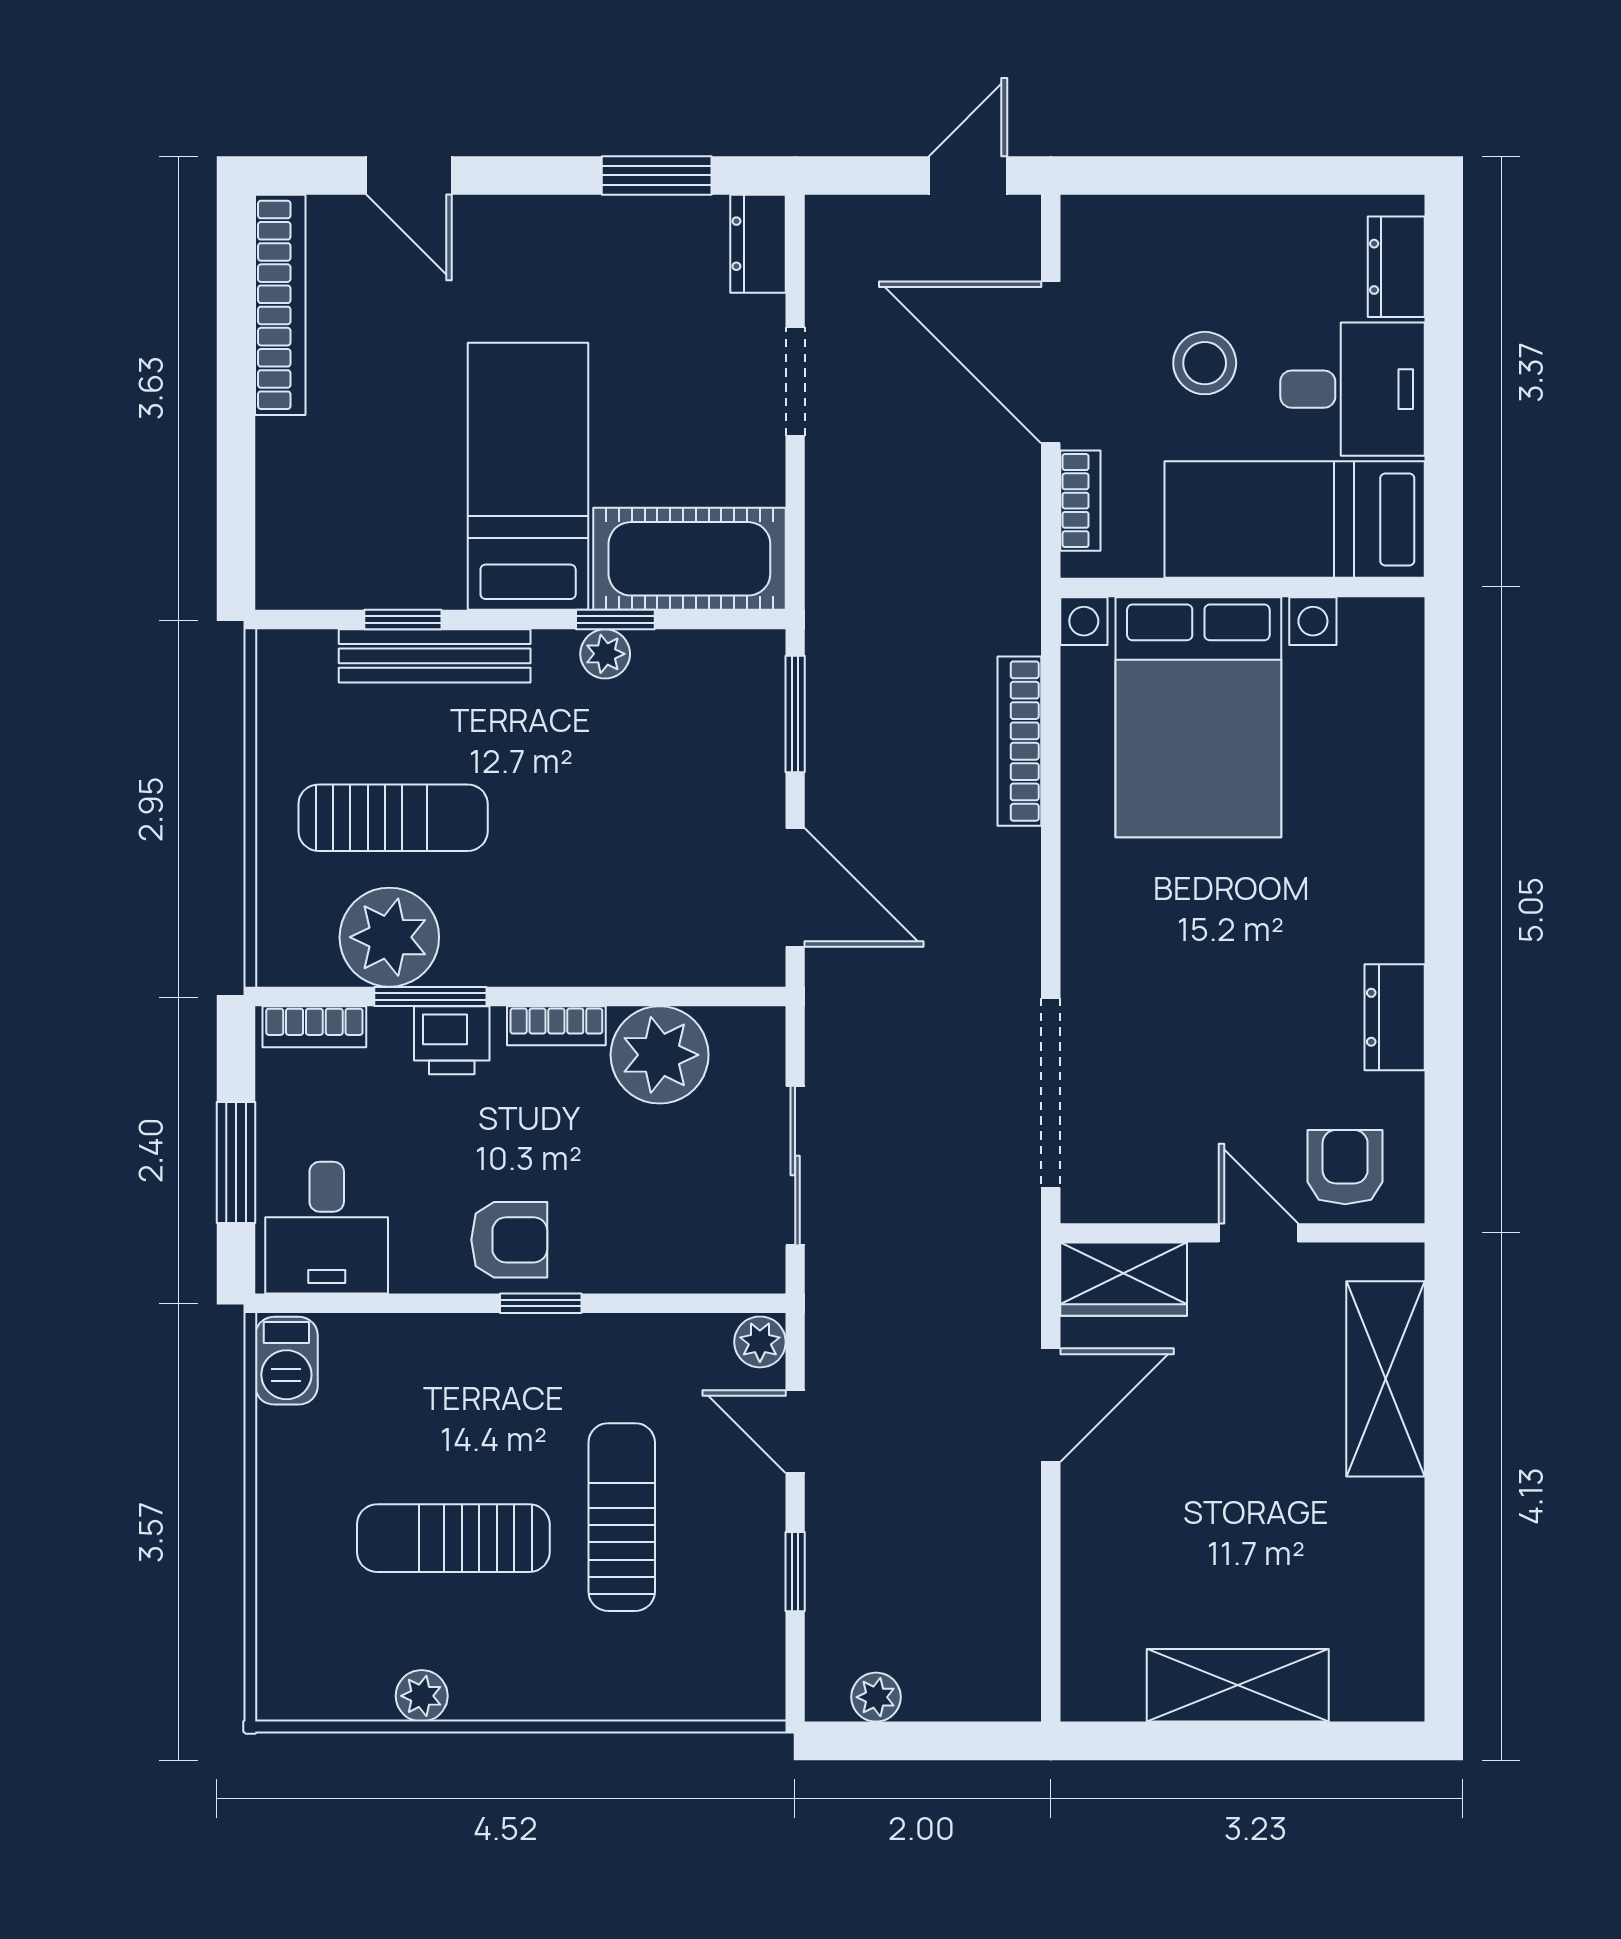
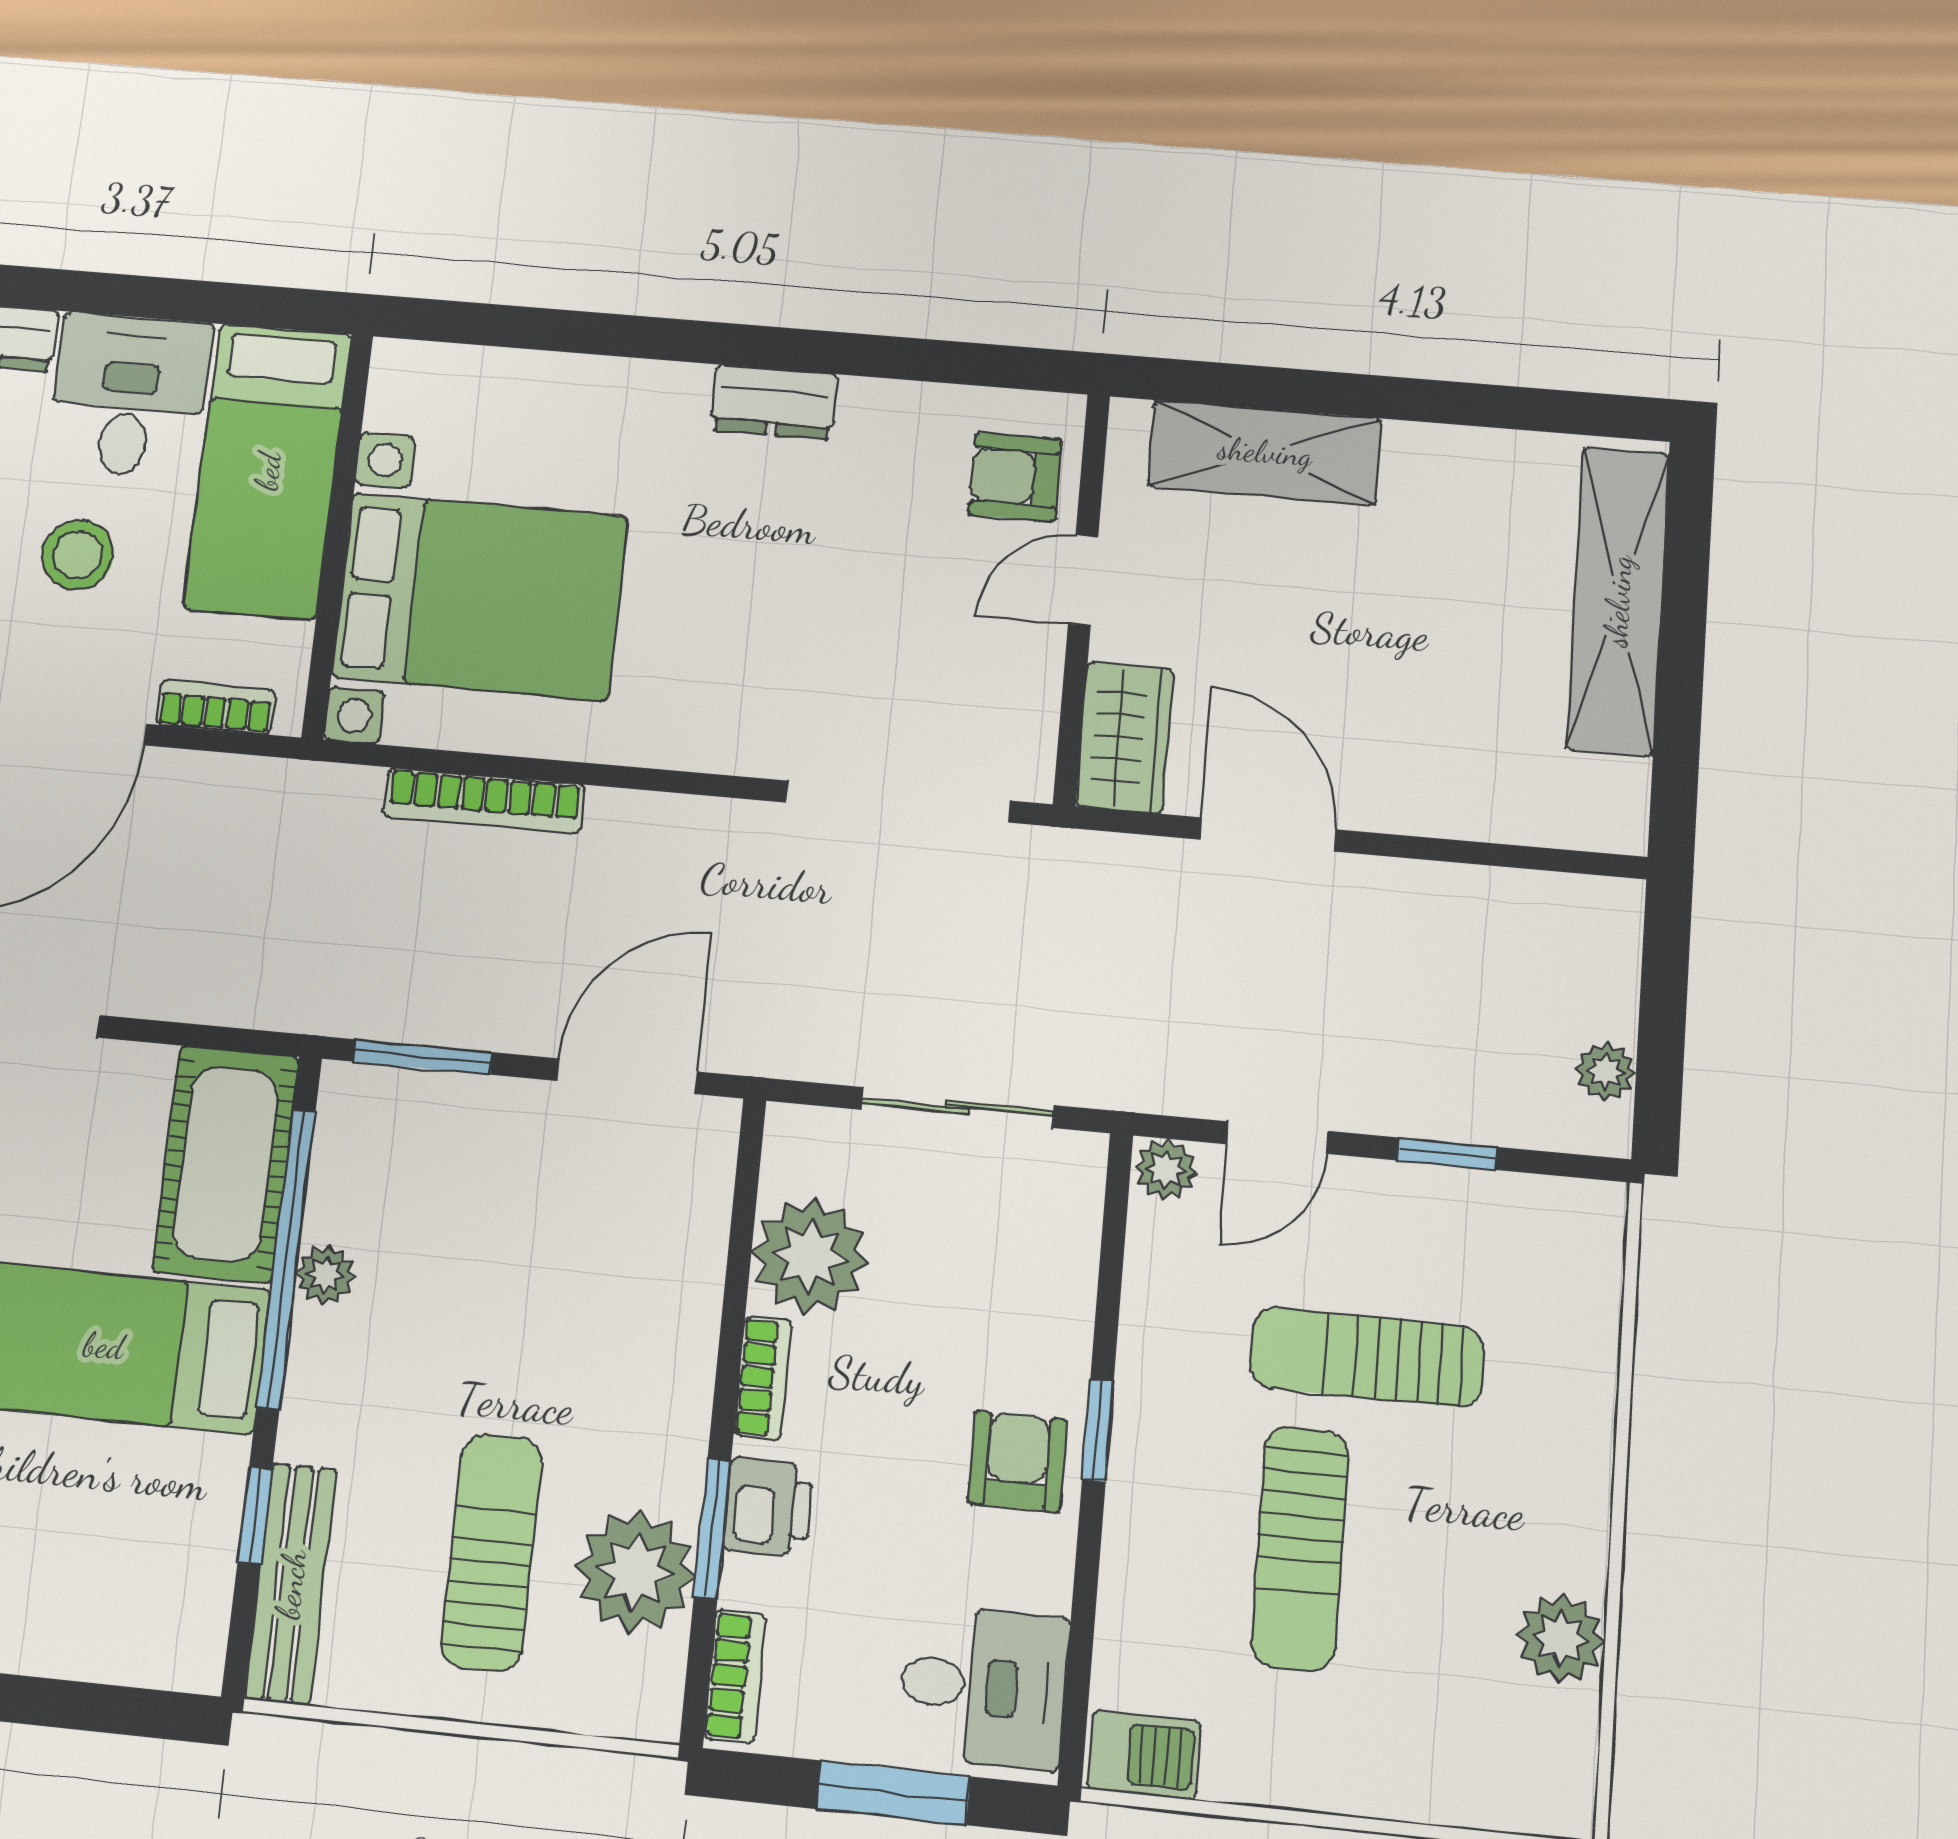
window: (615, 620) -> (286, 1259), width x3.17
bench: (435, 656) -> (291, 1584), moved
dresser: (1395, 1017) -> (774, 402), moved
sun lounger: (453, 1538) -> (1300, 1548), moved
shelving: (1238, 1685) -> (1618, 601), width x1.47
plant: (422, 1696) -> (1561, 1639), width x1.38, depth x1.38

